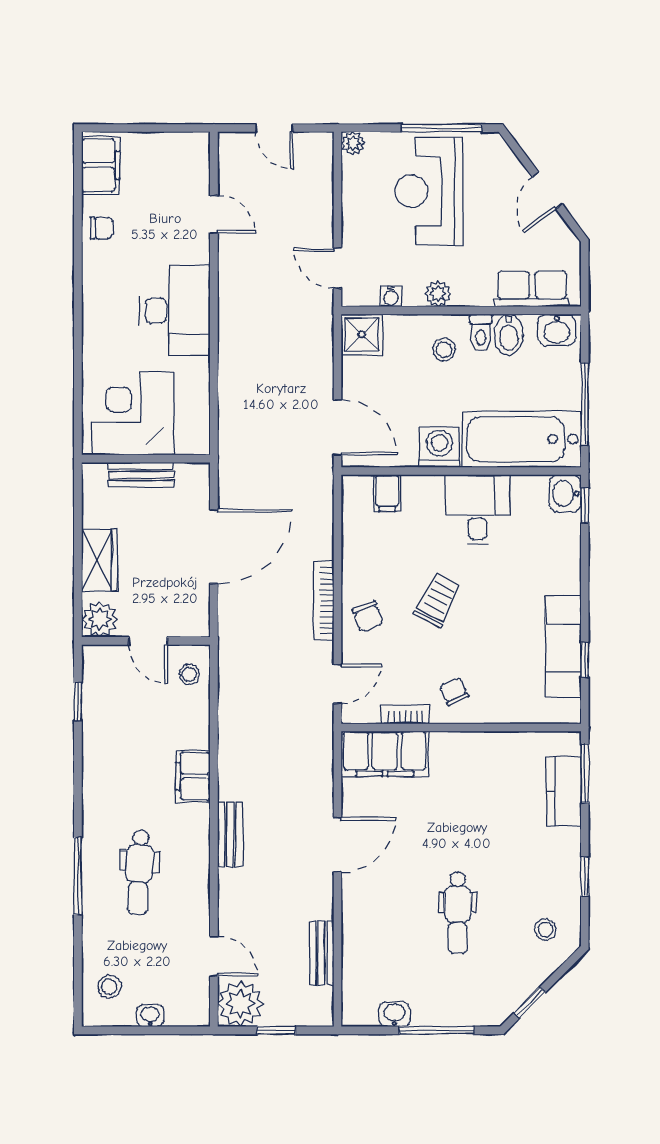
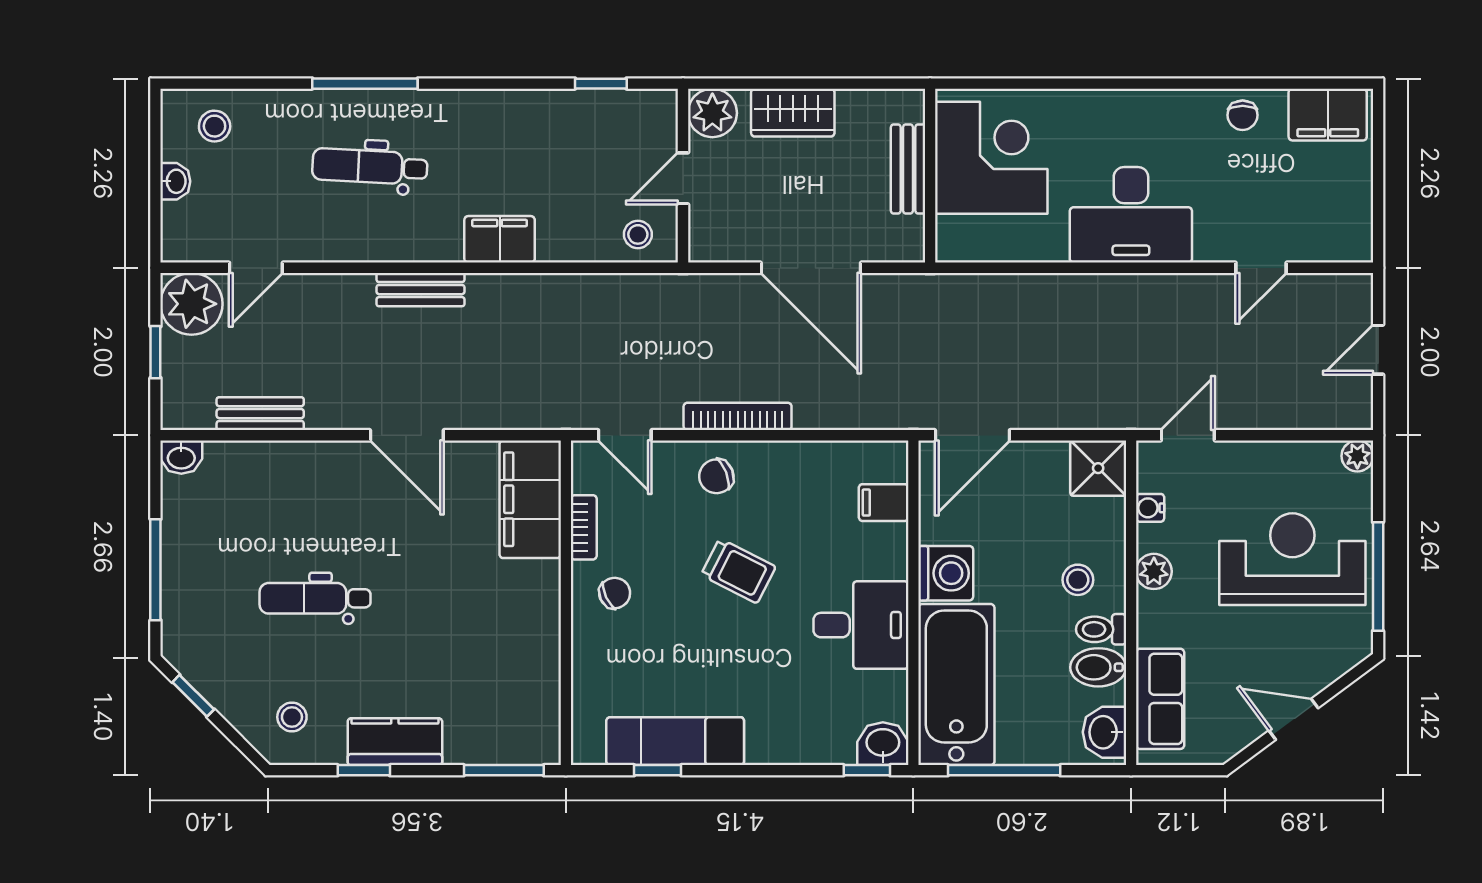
kitchen counter: (564, 791) -> (395, 742), moved
washbasin: (394, 1014) -> (181, 457), moved, turned 90

